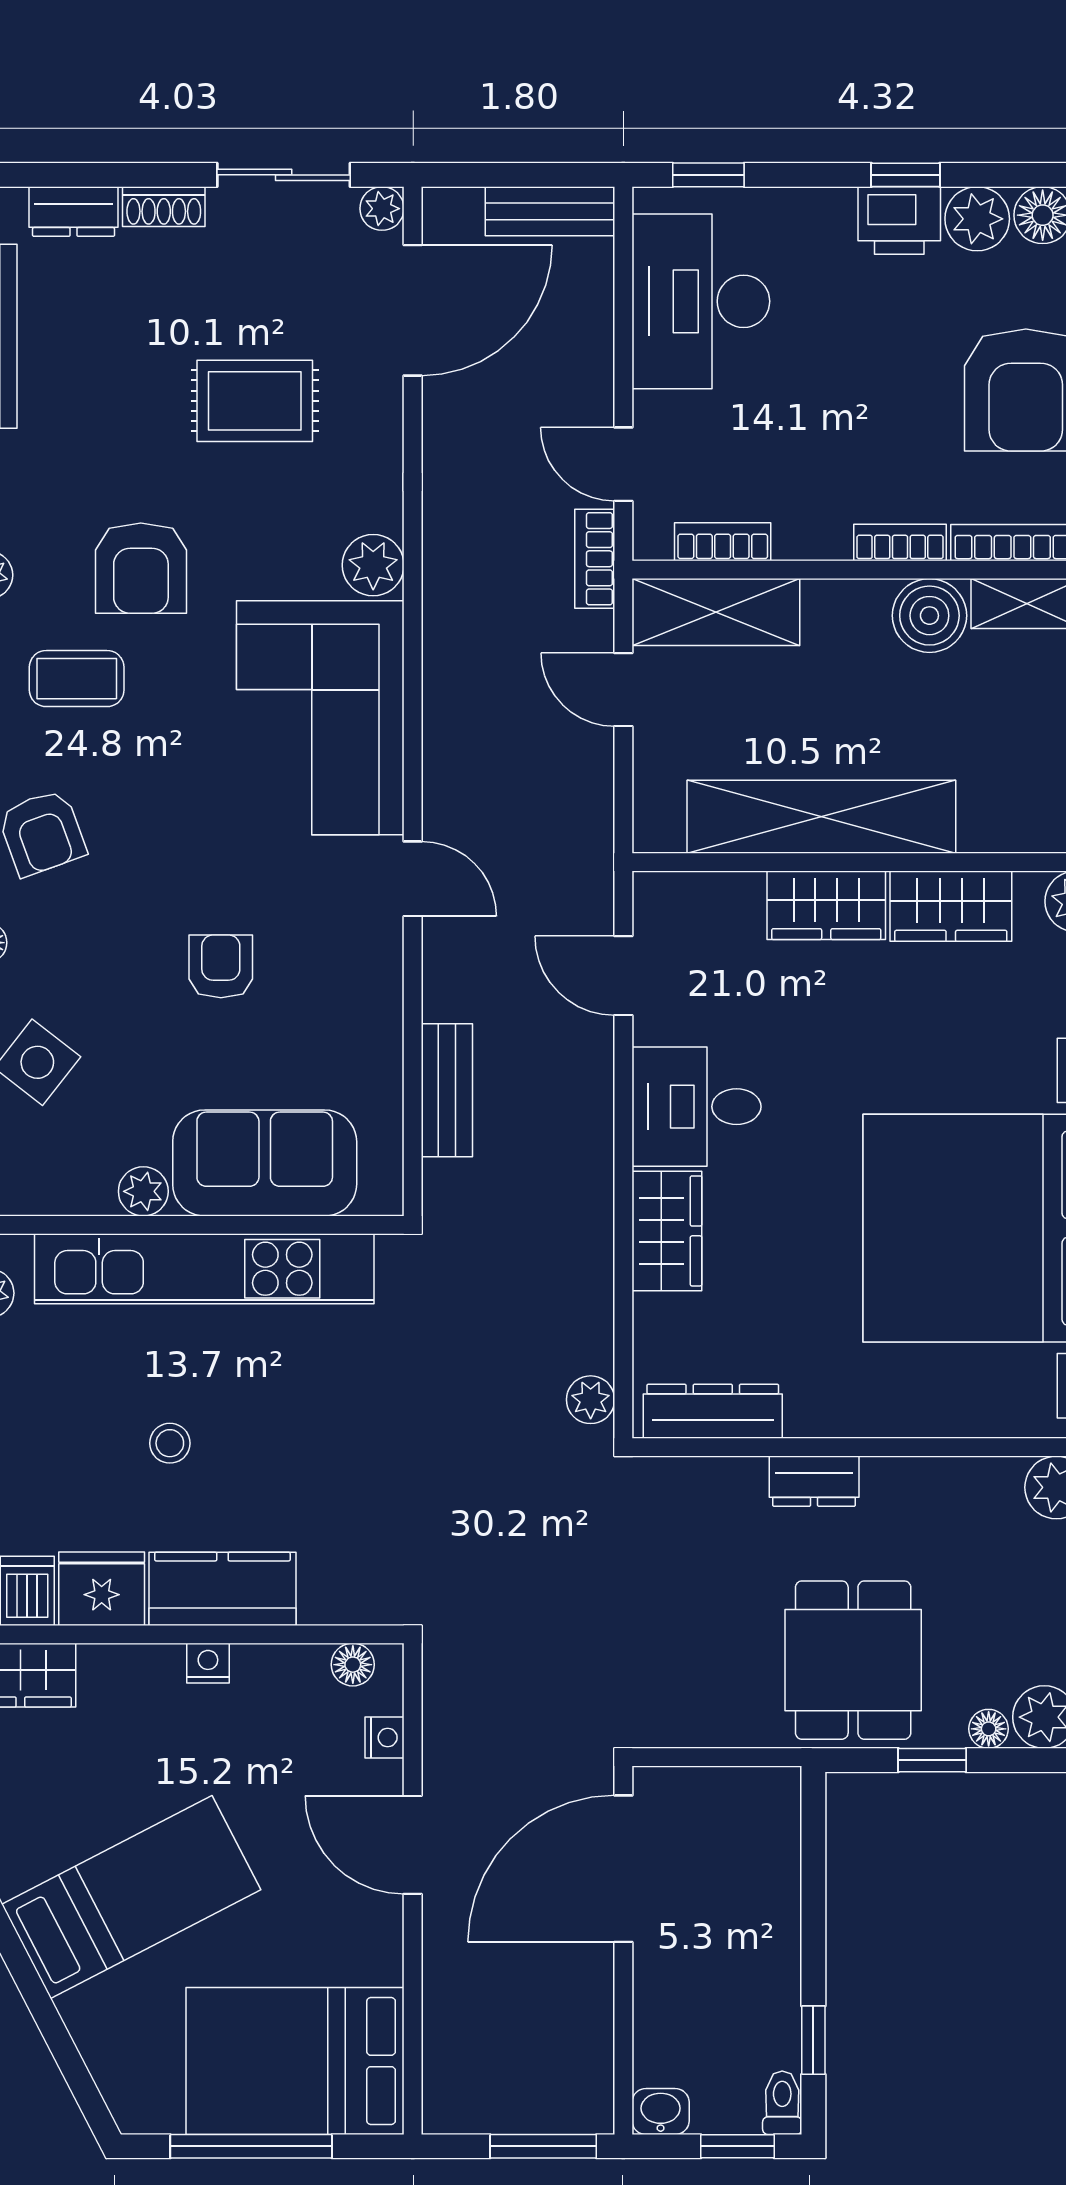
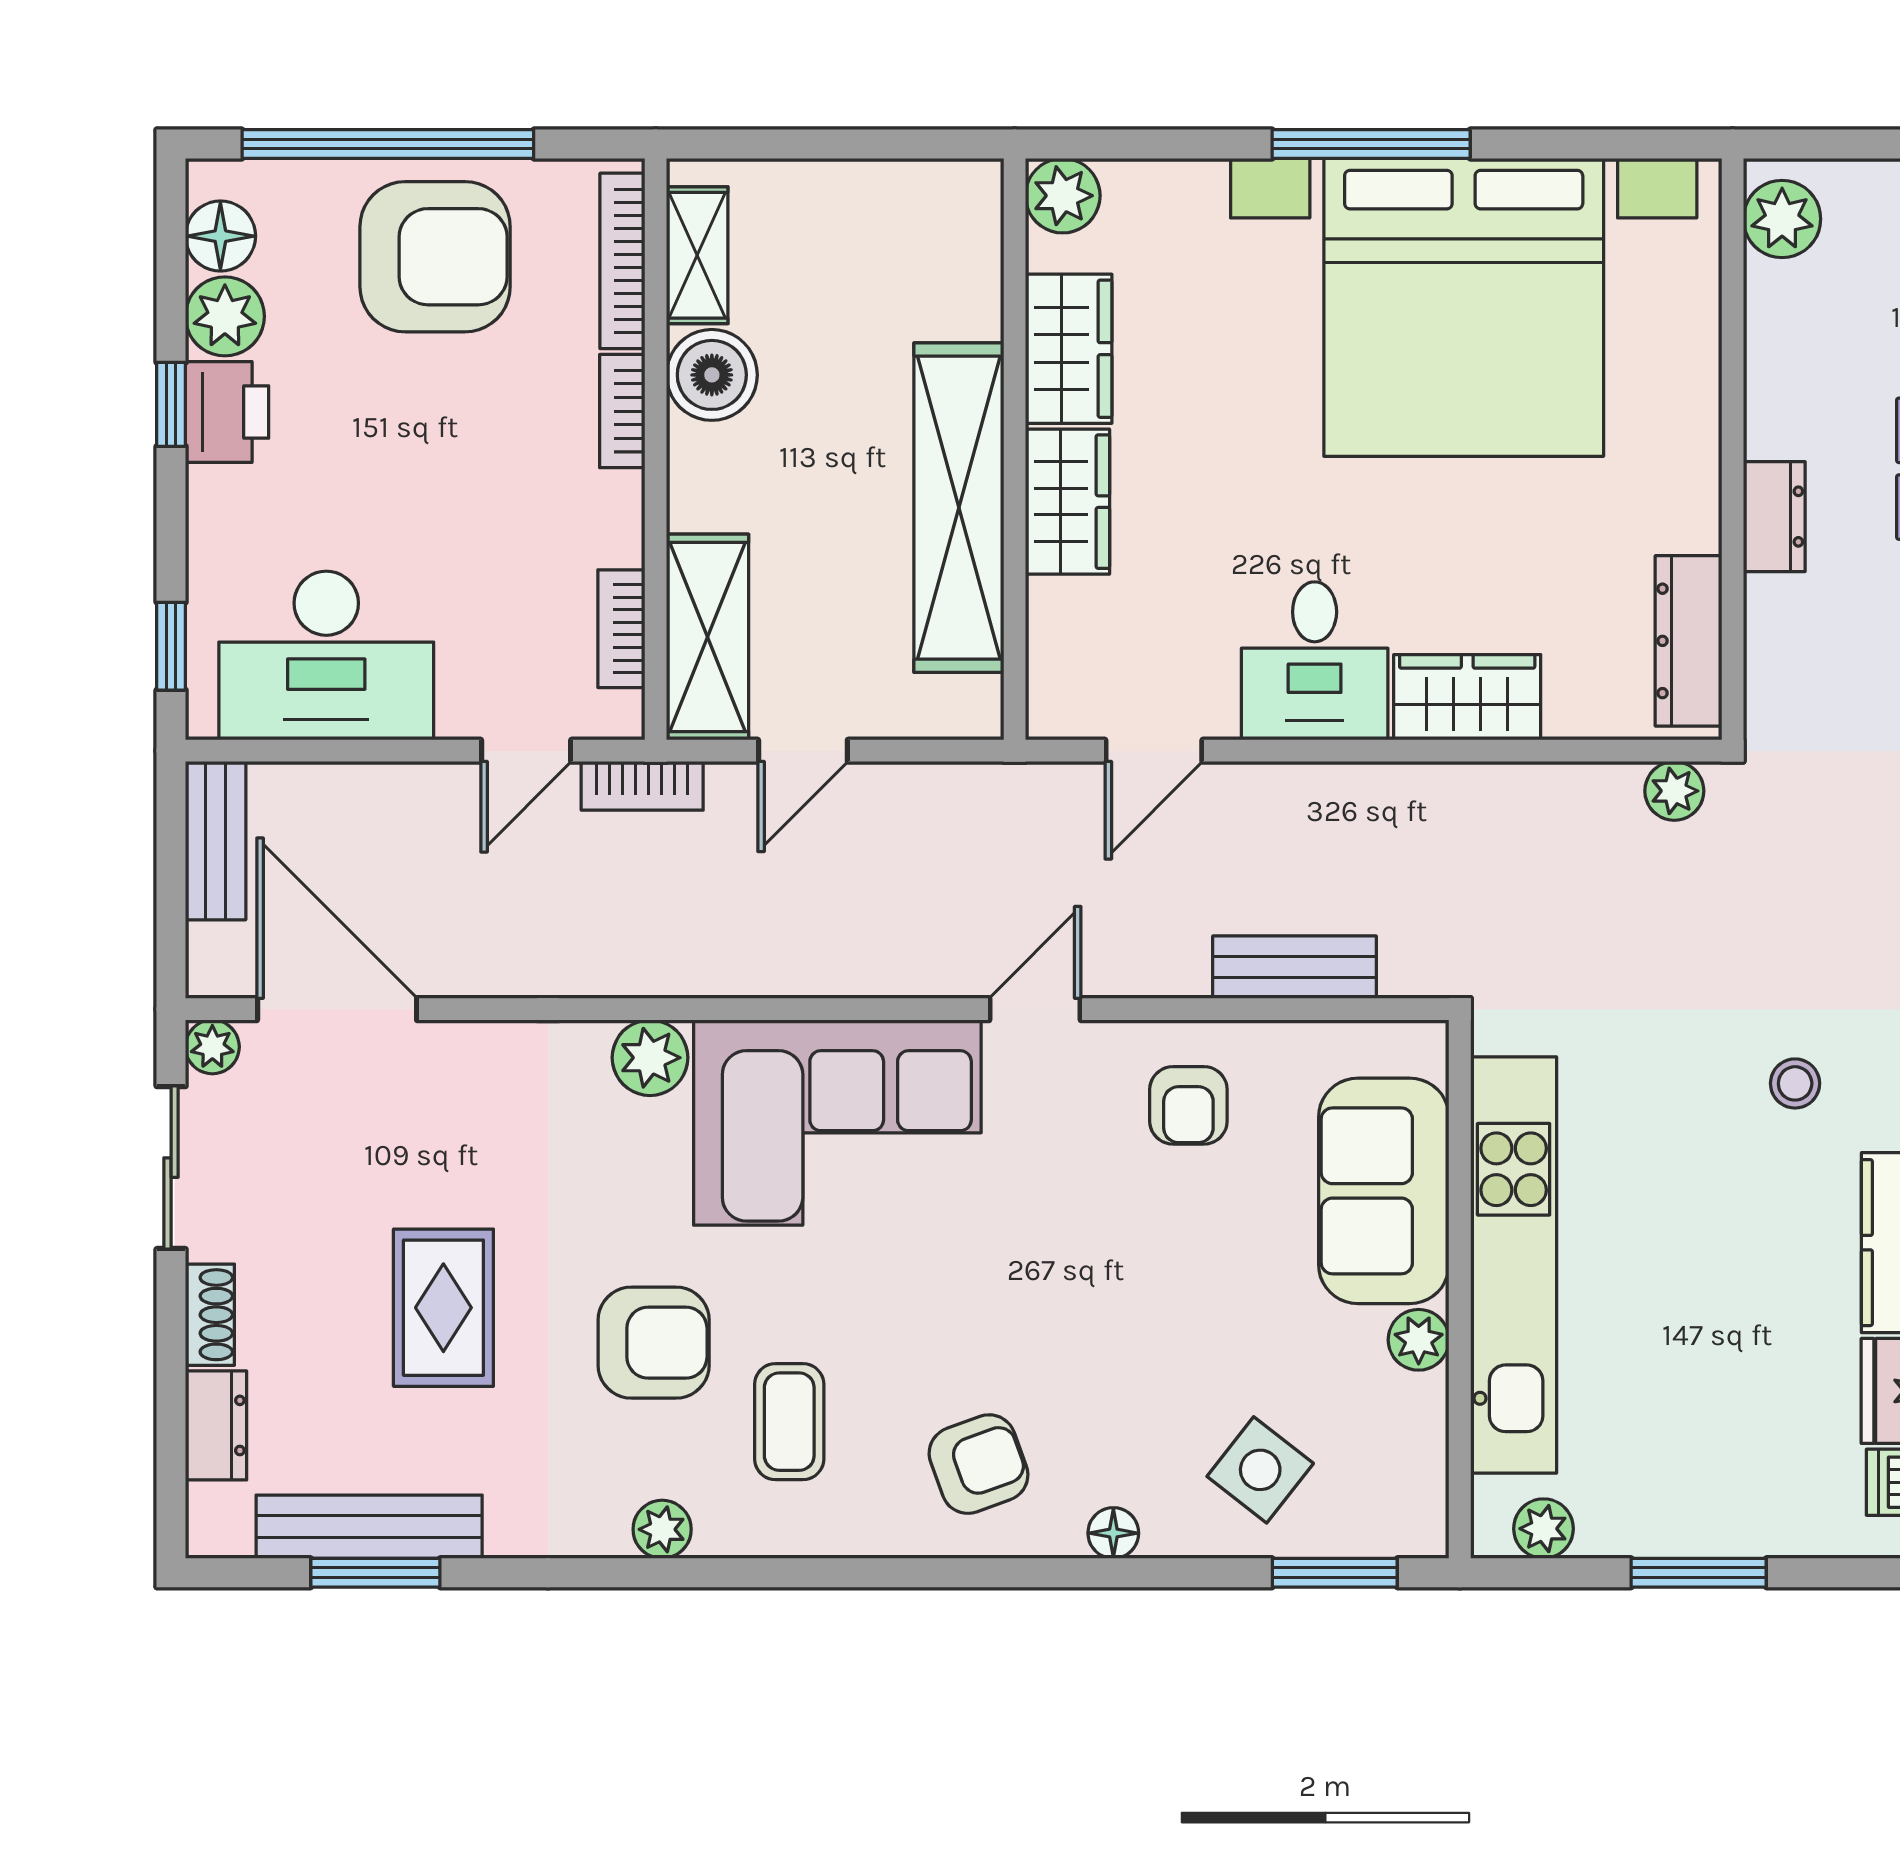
rug: (255, 401) -> (443, 1308), moved
armchair: (221, 966) -> (1188, 1105), moved, turned -90
stool: (170, 1443) -> (1795, 1083), moved

